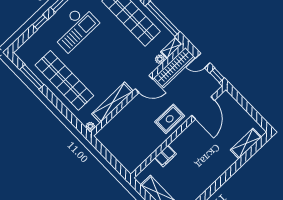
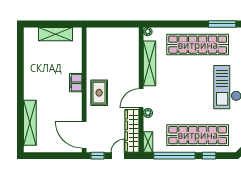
plant: (160, 59) -> (148, 113), moved
door: (203, 108) -> (84, 135), moved
shelving: (246, 143) -> (30, 123), width x1.47
filing cabinet: (165, 156) -> (76, 83), moved

